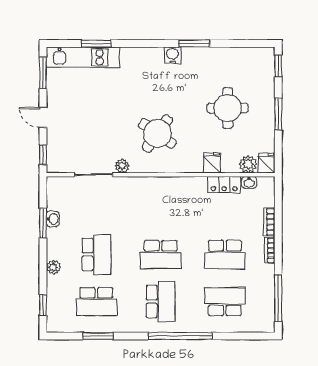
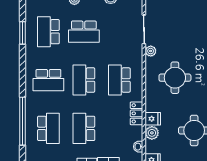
round table: (157, 134) -> (175, 78), turned -35
plant: (248, 164) -> (152, 133), moved
locker: (224, 185) -> (137, 113), moved
school desk: (161, 207) -> (119, 80), added
window: (180, 336) -> (23, 121), moved

